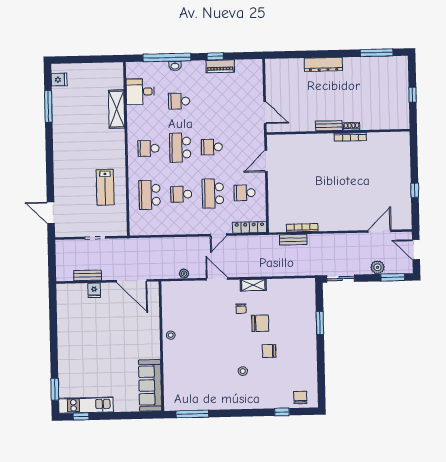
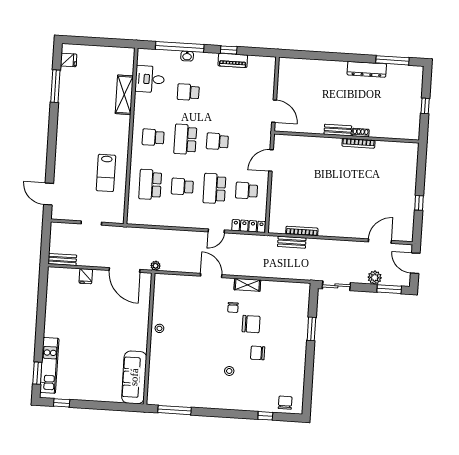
dresser: (323, 64) -> (367, 69), moved
plant: (184, 274) -> (155, 266), moved
bench: (88, 275) -> (62, 259), moved
kitchen unit: (86, 405) -> (49, 365), moved, turned 90

